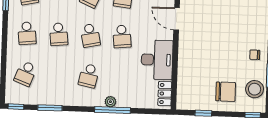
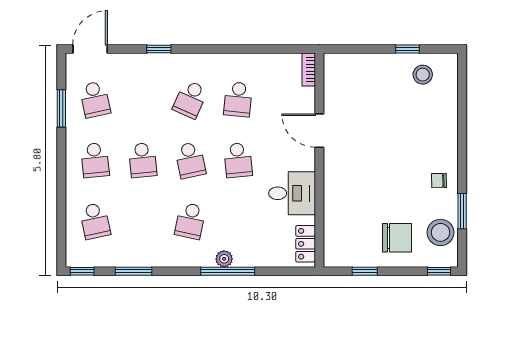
desk: (157, 60) -> (292, 193), width x0.73
school desk: (26, 74) -> (95, 221), turned -33

